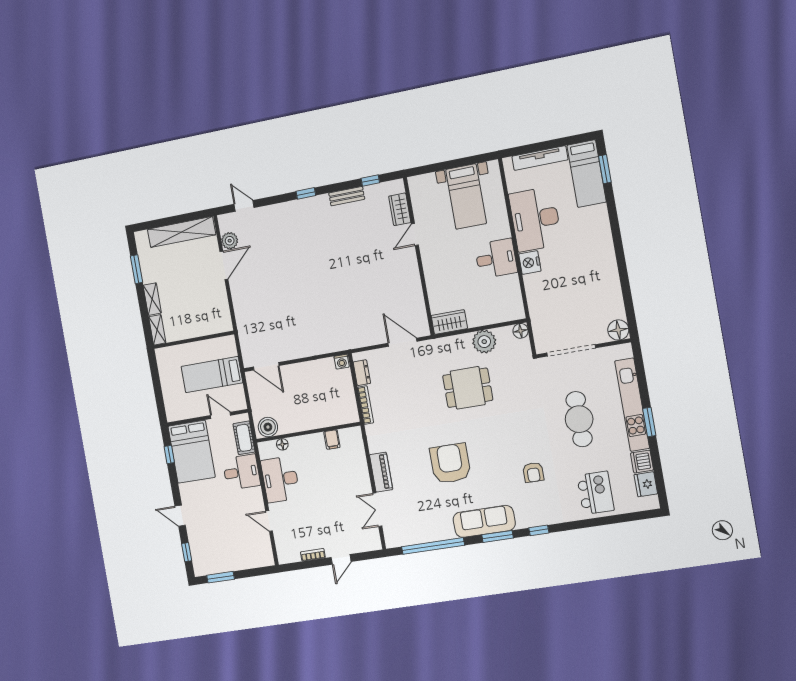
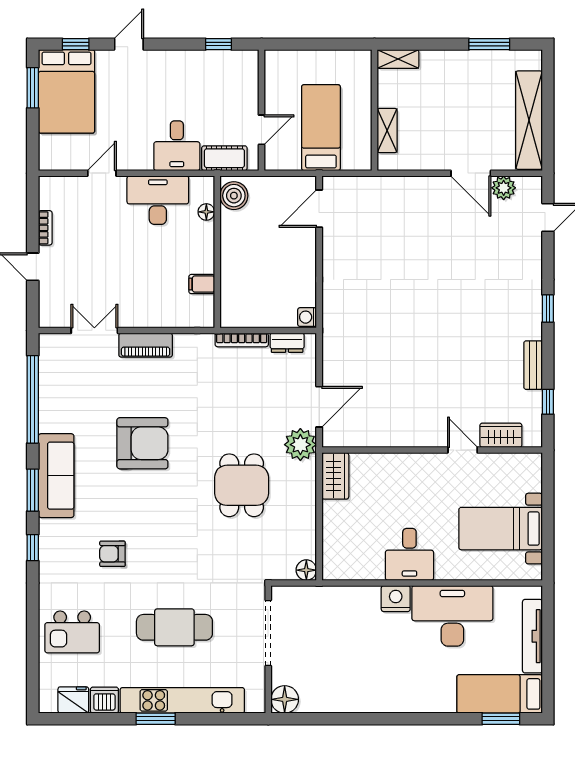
shelving: (152, 299) -> (387, 131), moved, turned 90
plant: (484, 342) -> (300, 445), moved
bed: (192, 452) -> (66, 91), moved, turned -90

